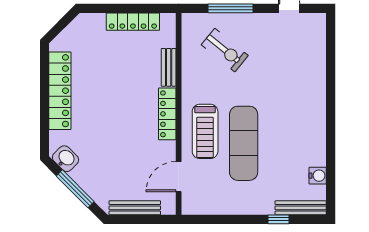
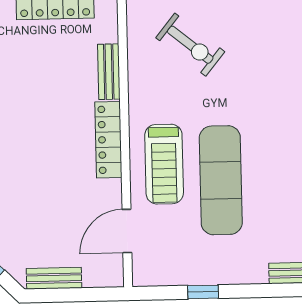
bench: (135, 208) -> (54, 278), width x0.73
window: (279, 219) -> (203, 292), moved

